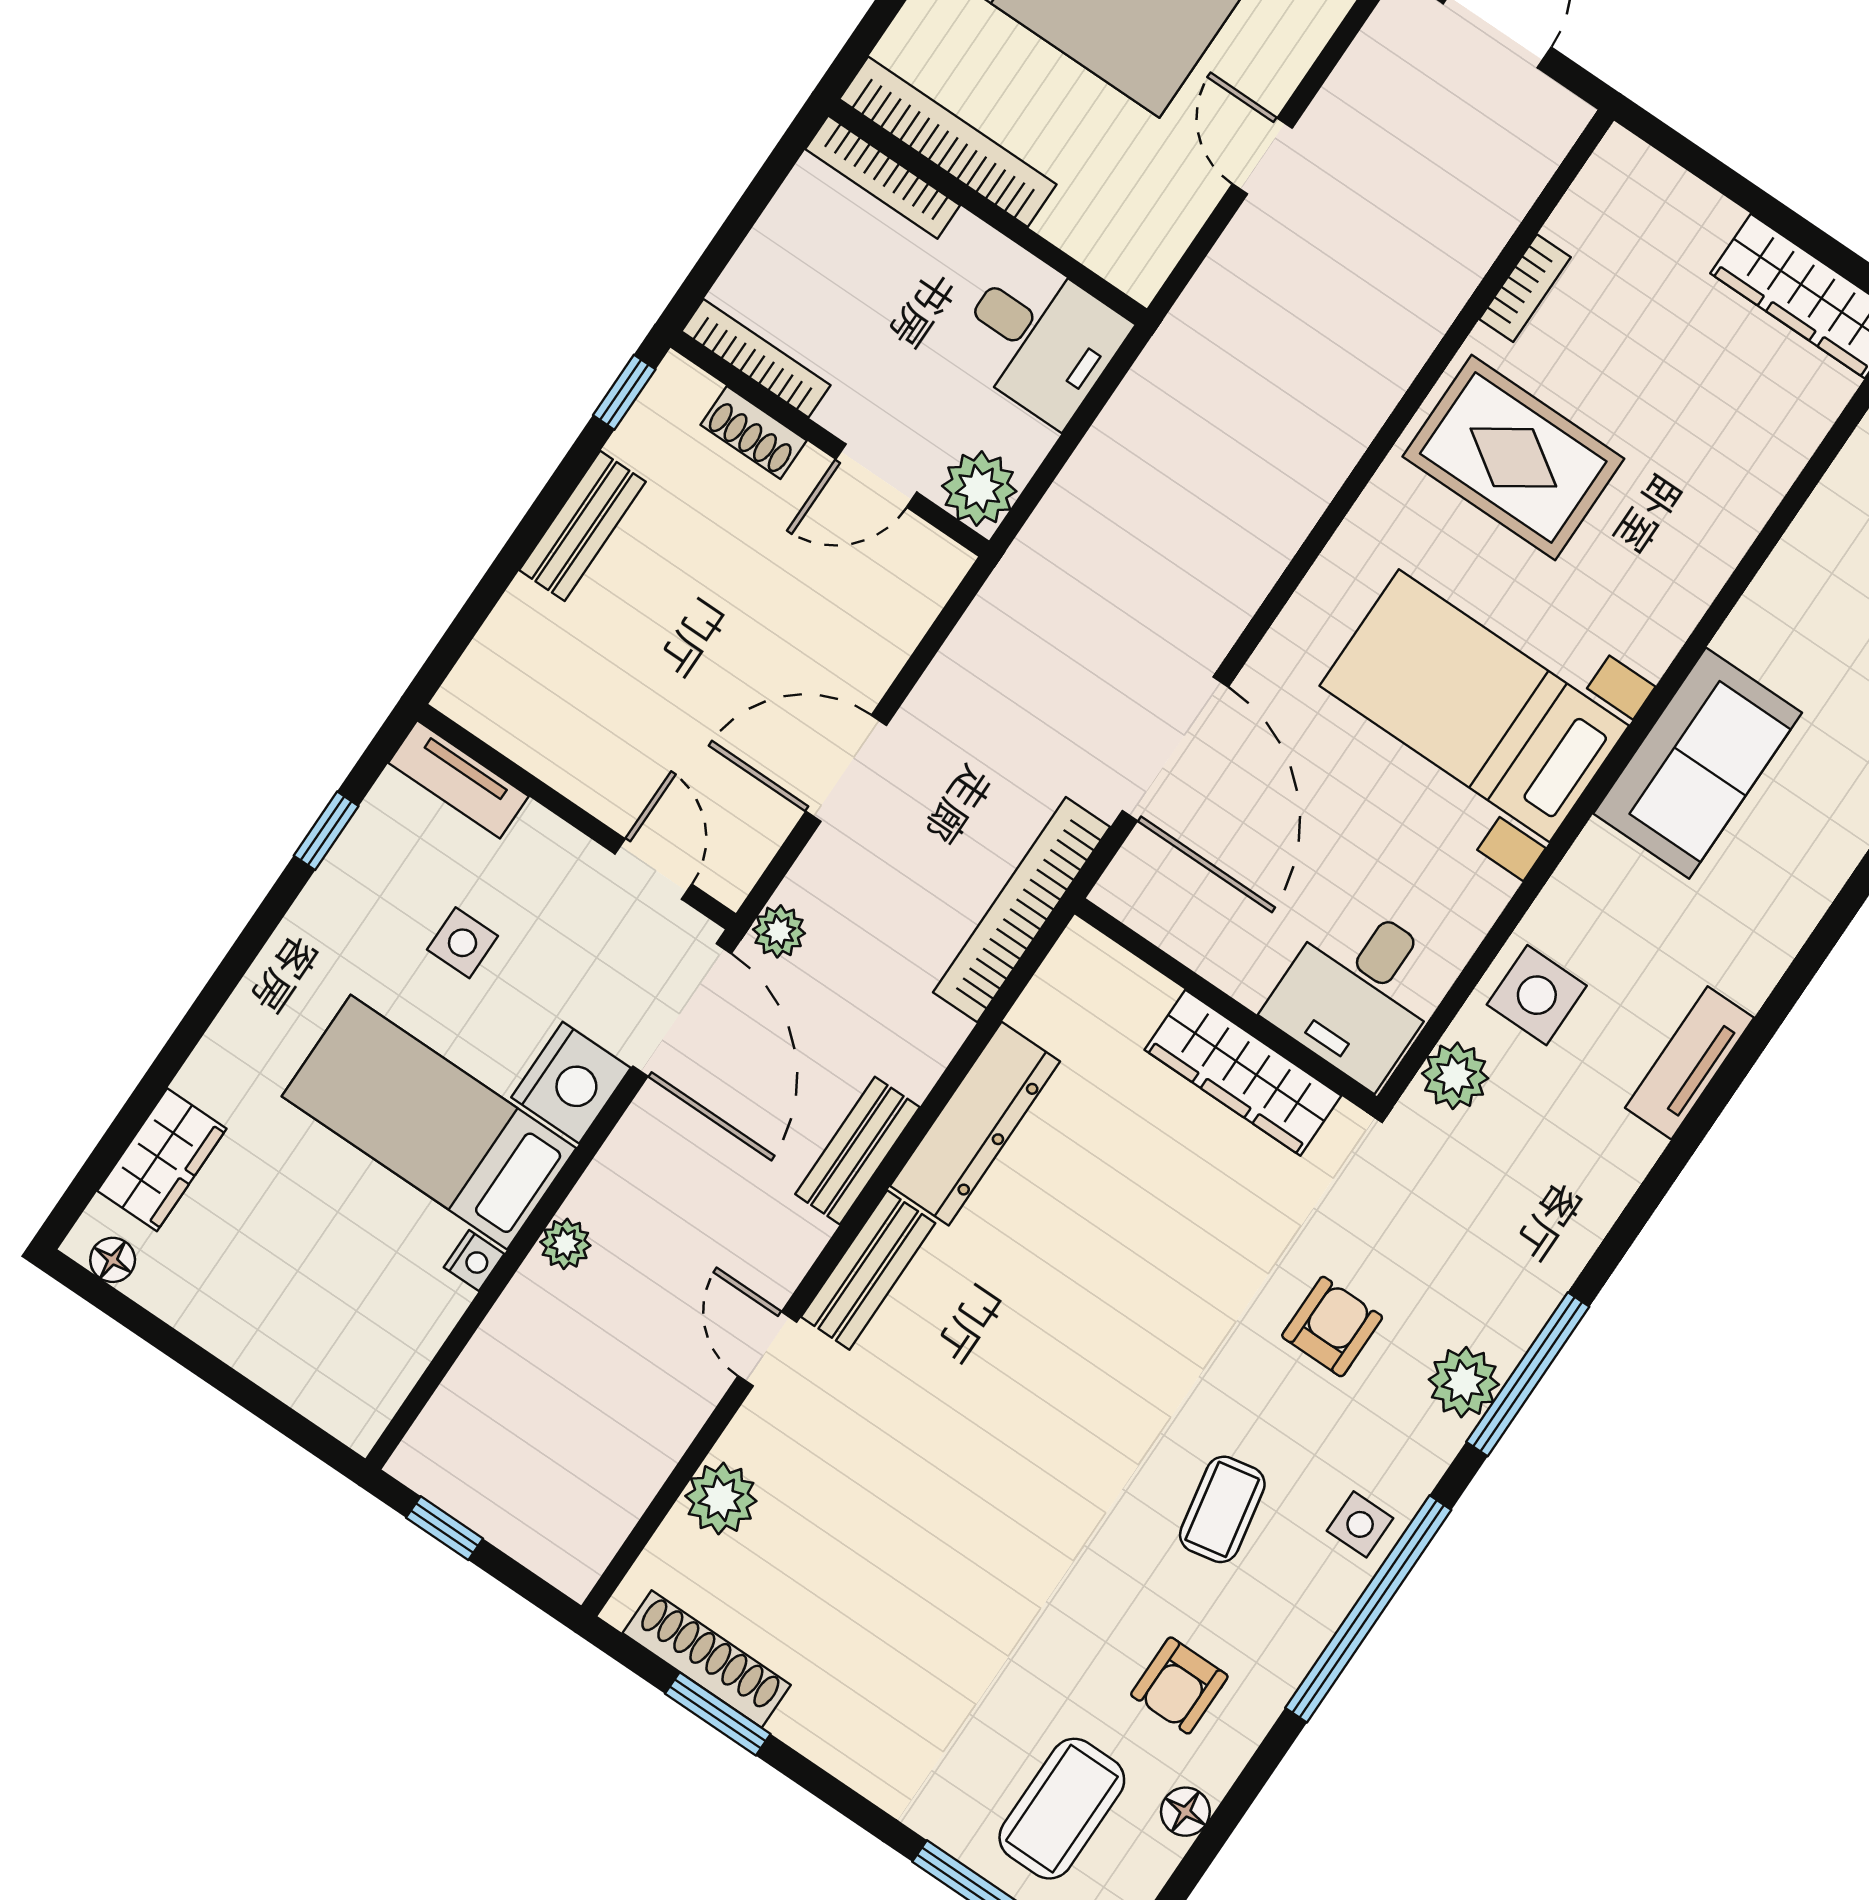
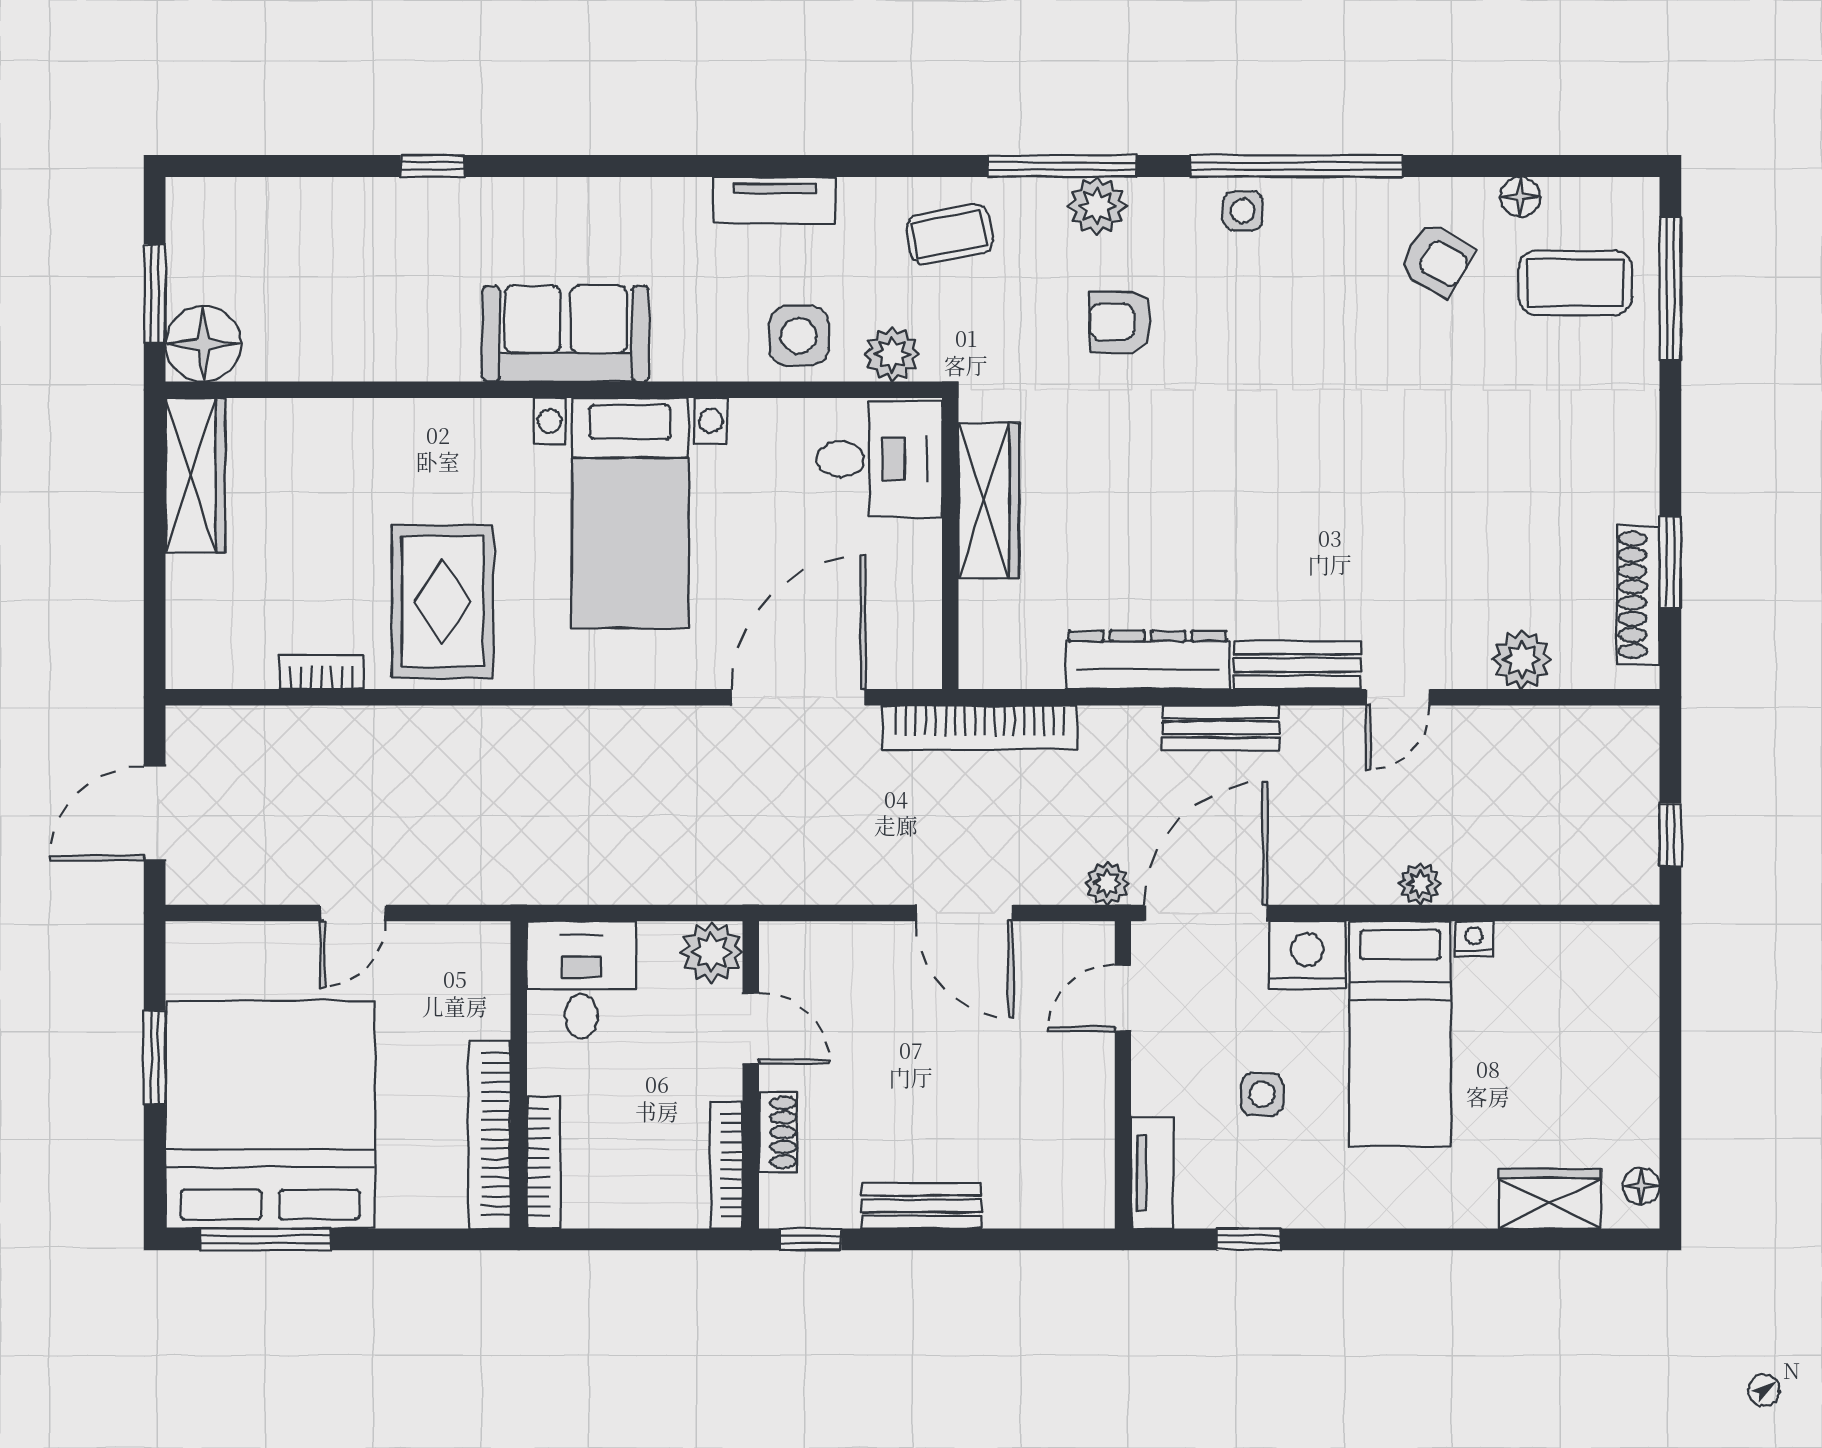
coffee table: (1222, 1509) -> (950, 234), moved
armchair: (1179, 1685) -> (1437, 259), turned 30

